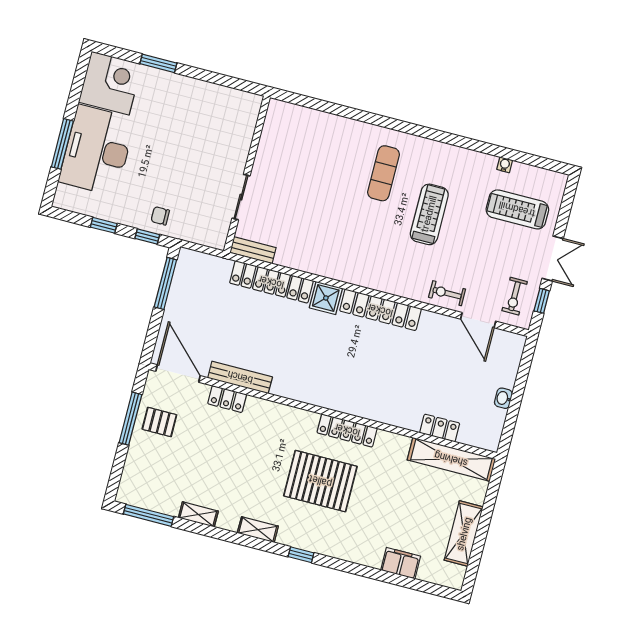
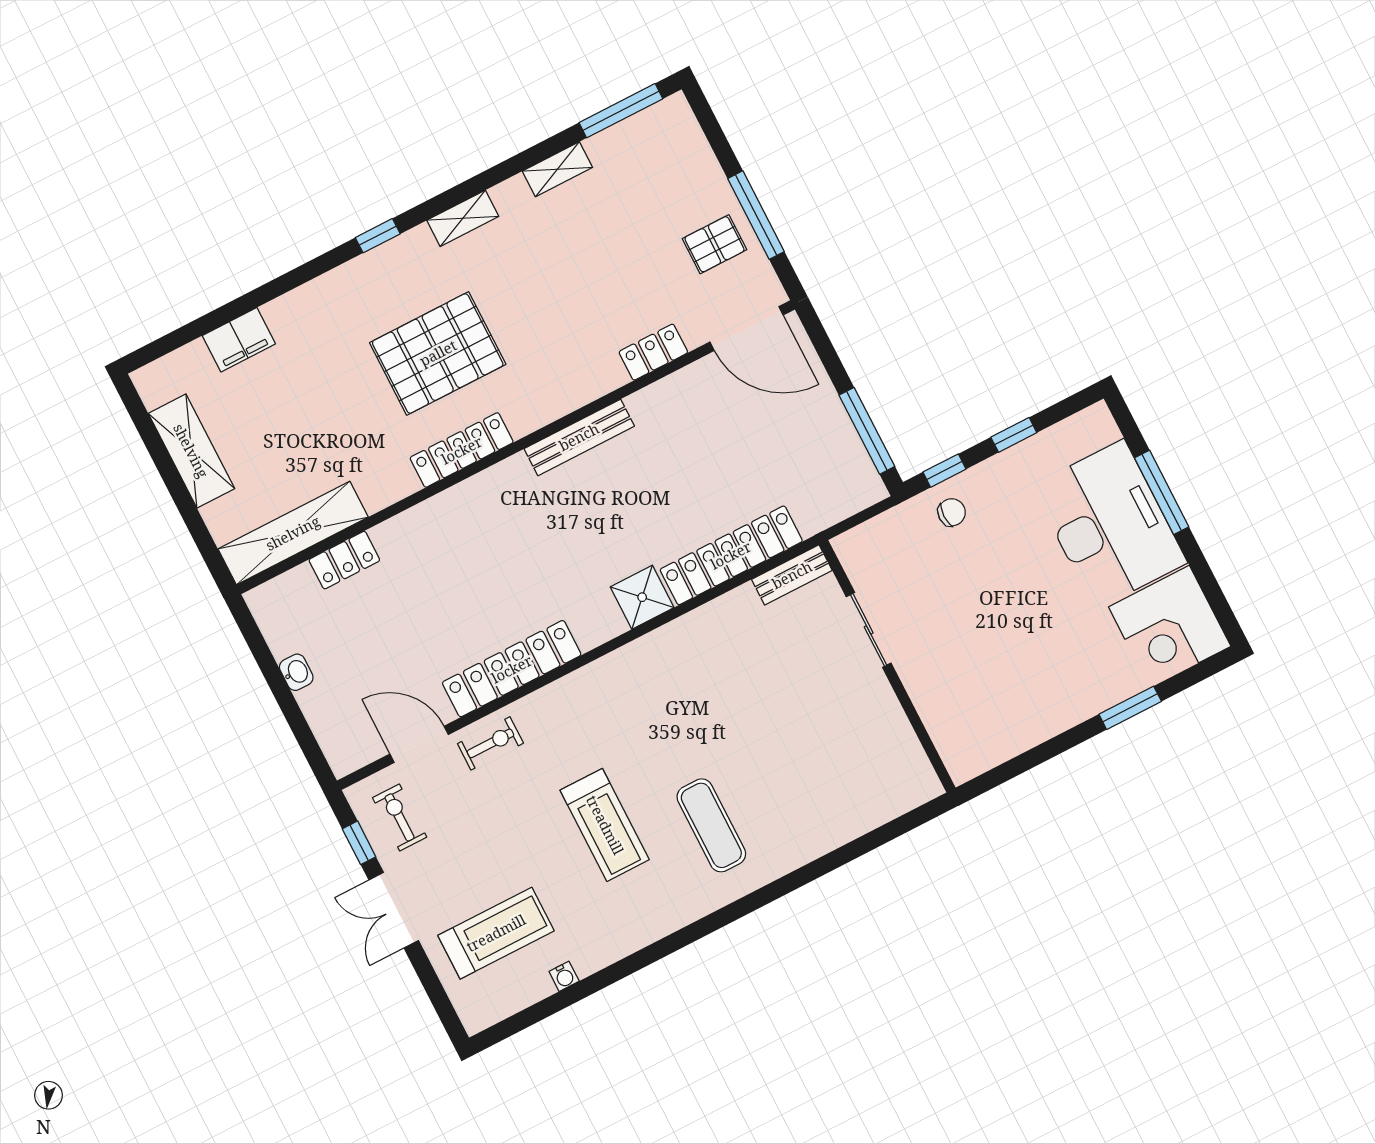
locker: (380, 310) -> (512, 669), moved
bench: (240, 377) -> (579, 437), moved

